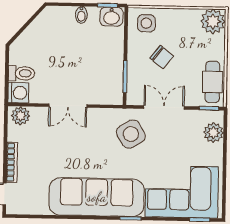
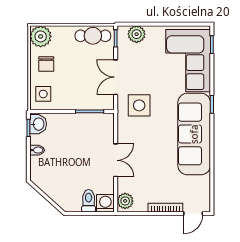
chair: (162, 57) -> (46, 64), moved, turned 142
side table: (131, 134) -> (139, 105), turned 31

